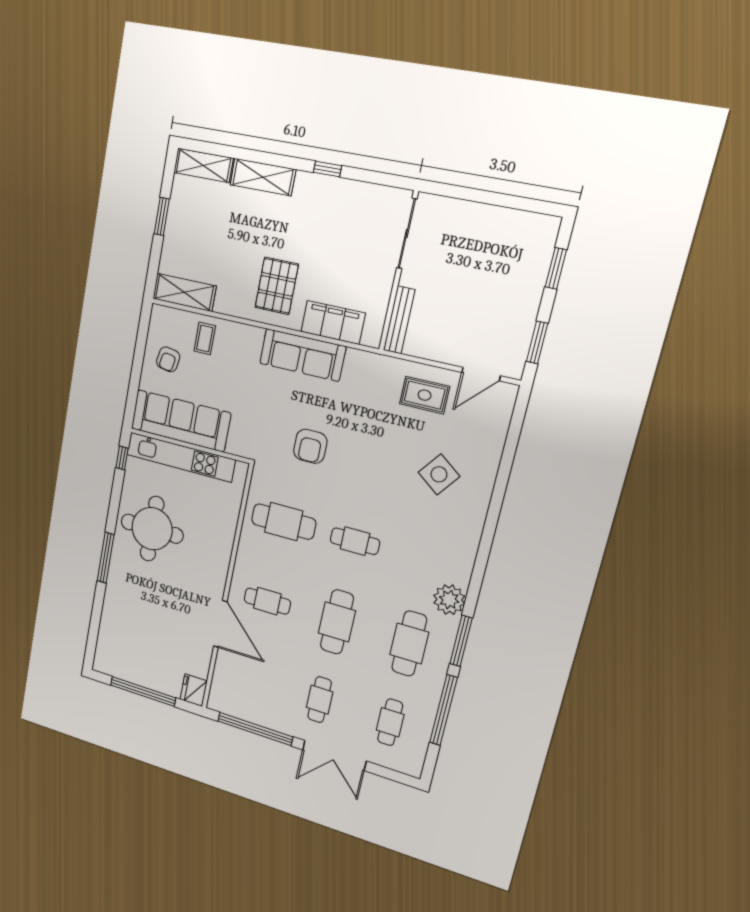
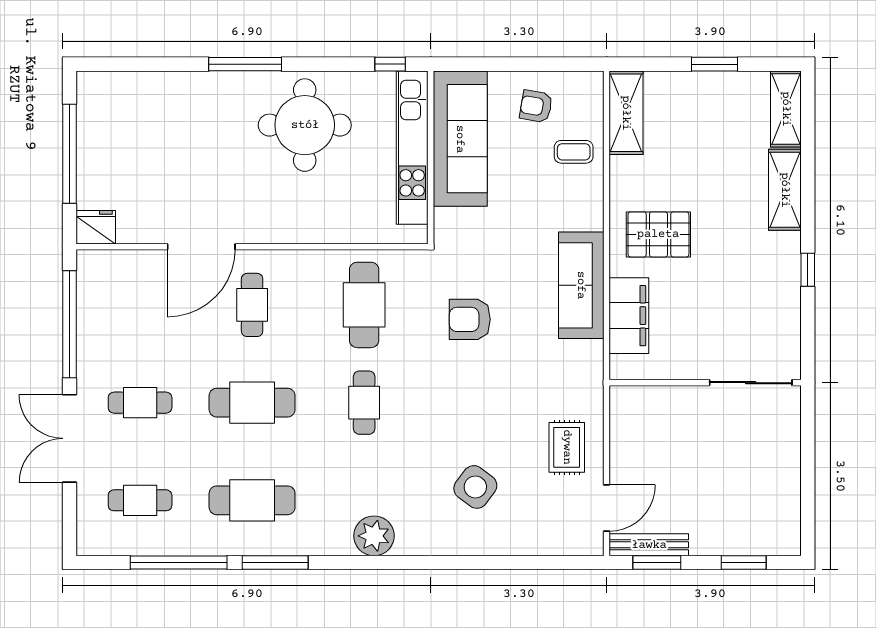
bench: (399, 320) -> (649, 545), moved
door: (481, 374) -> (607, 508), swing flipped
plant: (449, 600) -> (374, 536), moved

